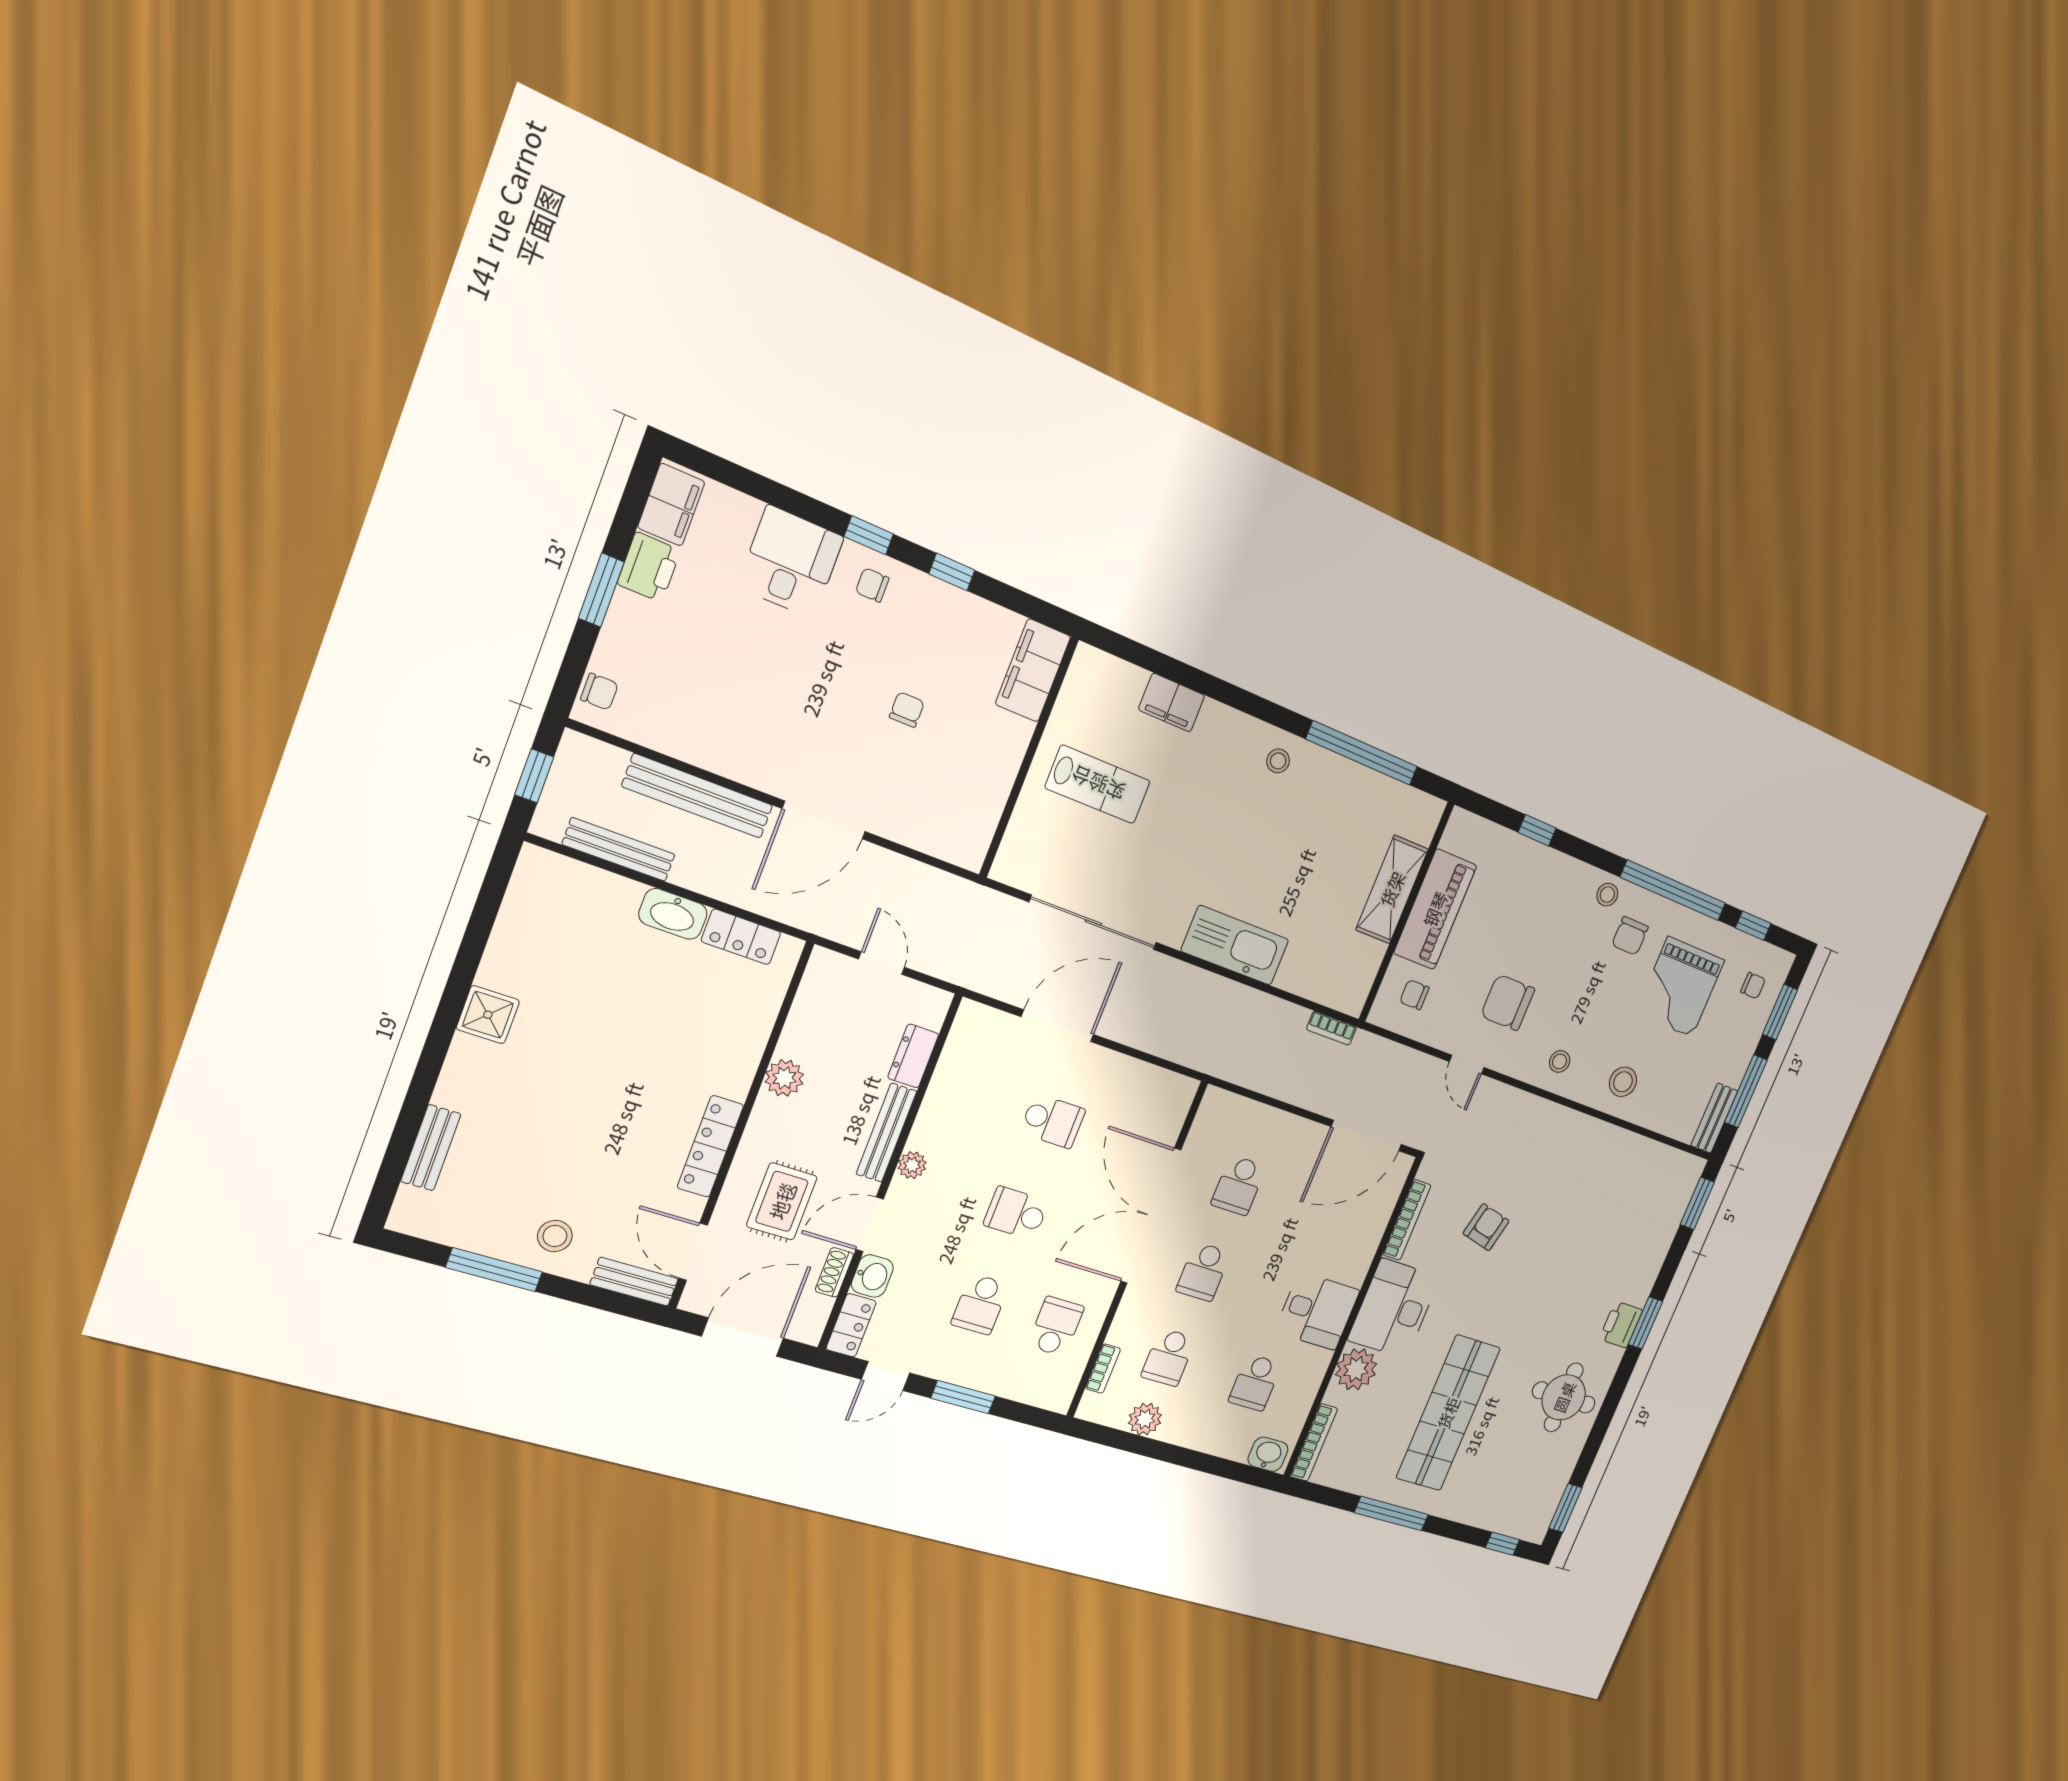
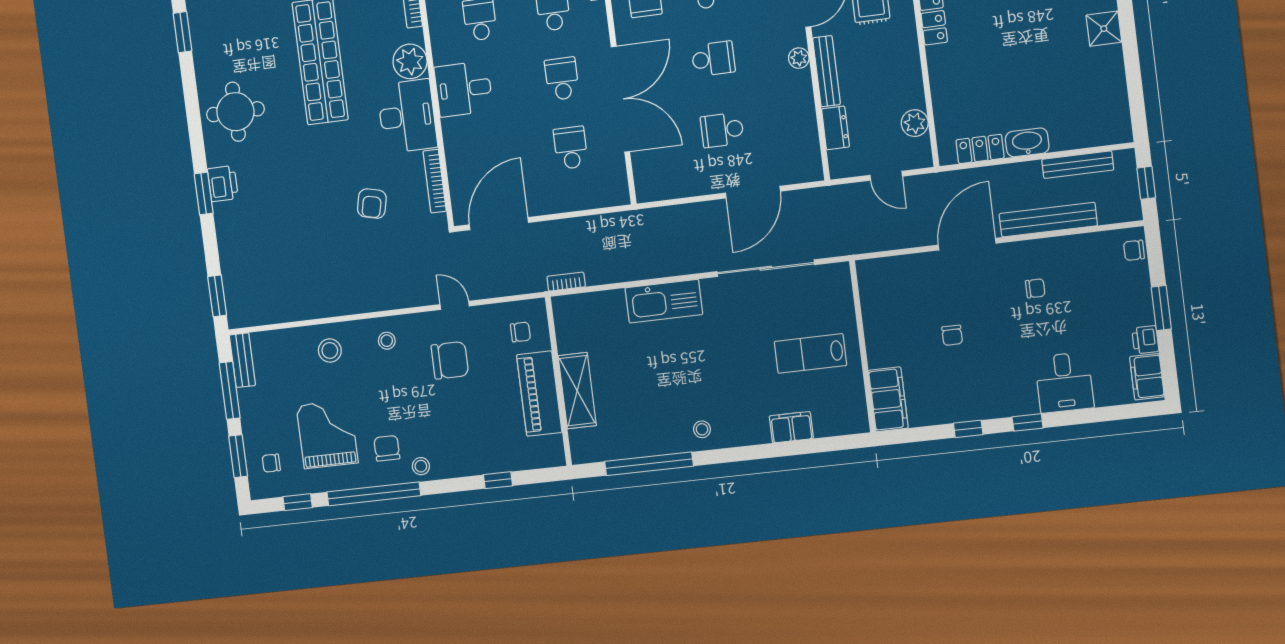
printer: (649, 567) -> (1145, 340), width x0.73, depth x0.81
chair: (872, 585) -> (1035, 288), moved
plant: (784, 1078) -> (915, 123), moved

